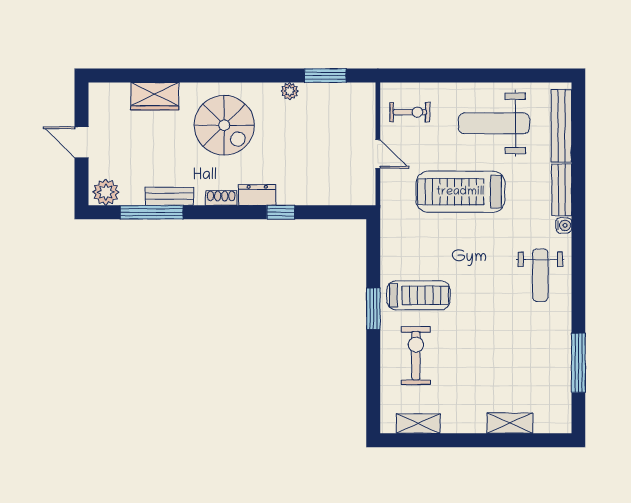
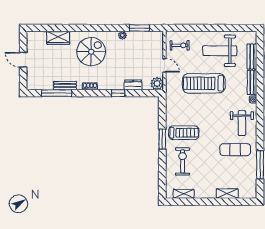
spiral stairs: (224, 125) -> (91, 52), turned -90
bench: (561, 126) -> (252, 57), width x0.73
plant: (106, 192) -> (157, 84), moved
dresser: (257, 195) -> (133, 85), moved
exercise mat: (526, 331) -> (235, 150), added

